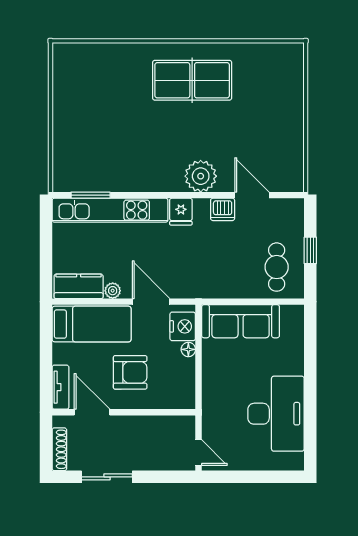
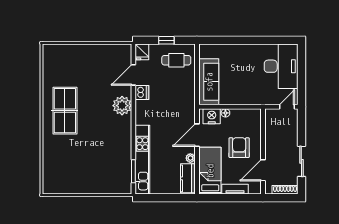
fridge: (181, 212) -> (142, 52), moved, turned 90
tv unit: (60, 387) -> (235, 189), moved
desk: (276, 414) -> (281, 66), moved, turned 90

